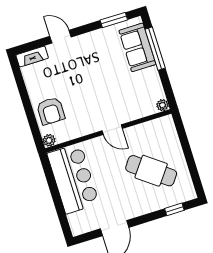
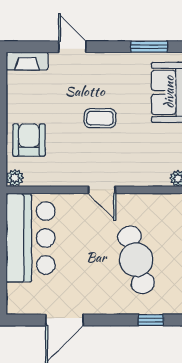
coffee table: (95, 80) -> (100, 118), added
armchair: (51, 111) -> (29, 140), turned 180
cafe table: (151, 171) -> (136, 260), turned 37

